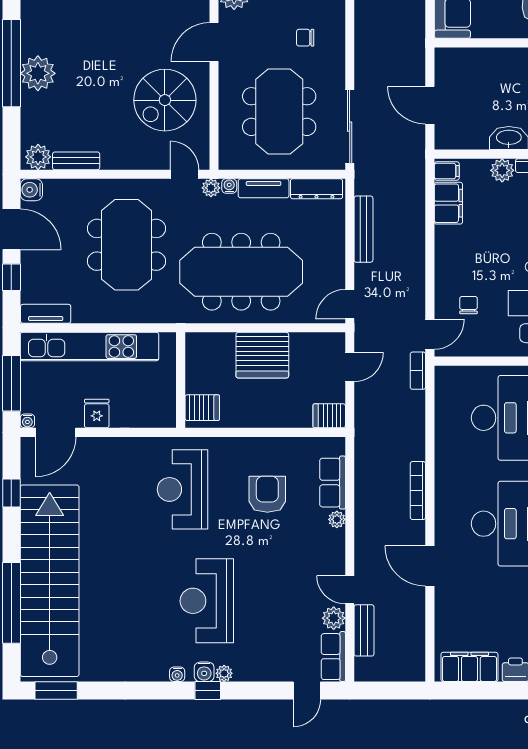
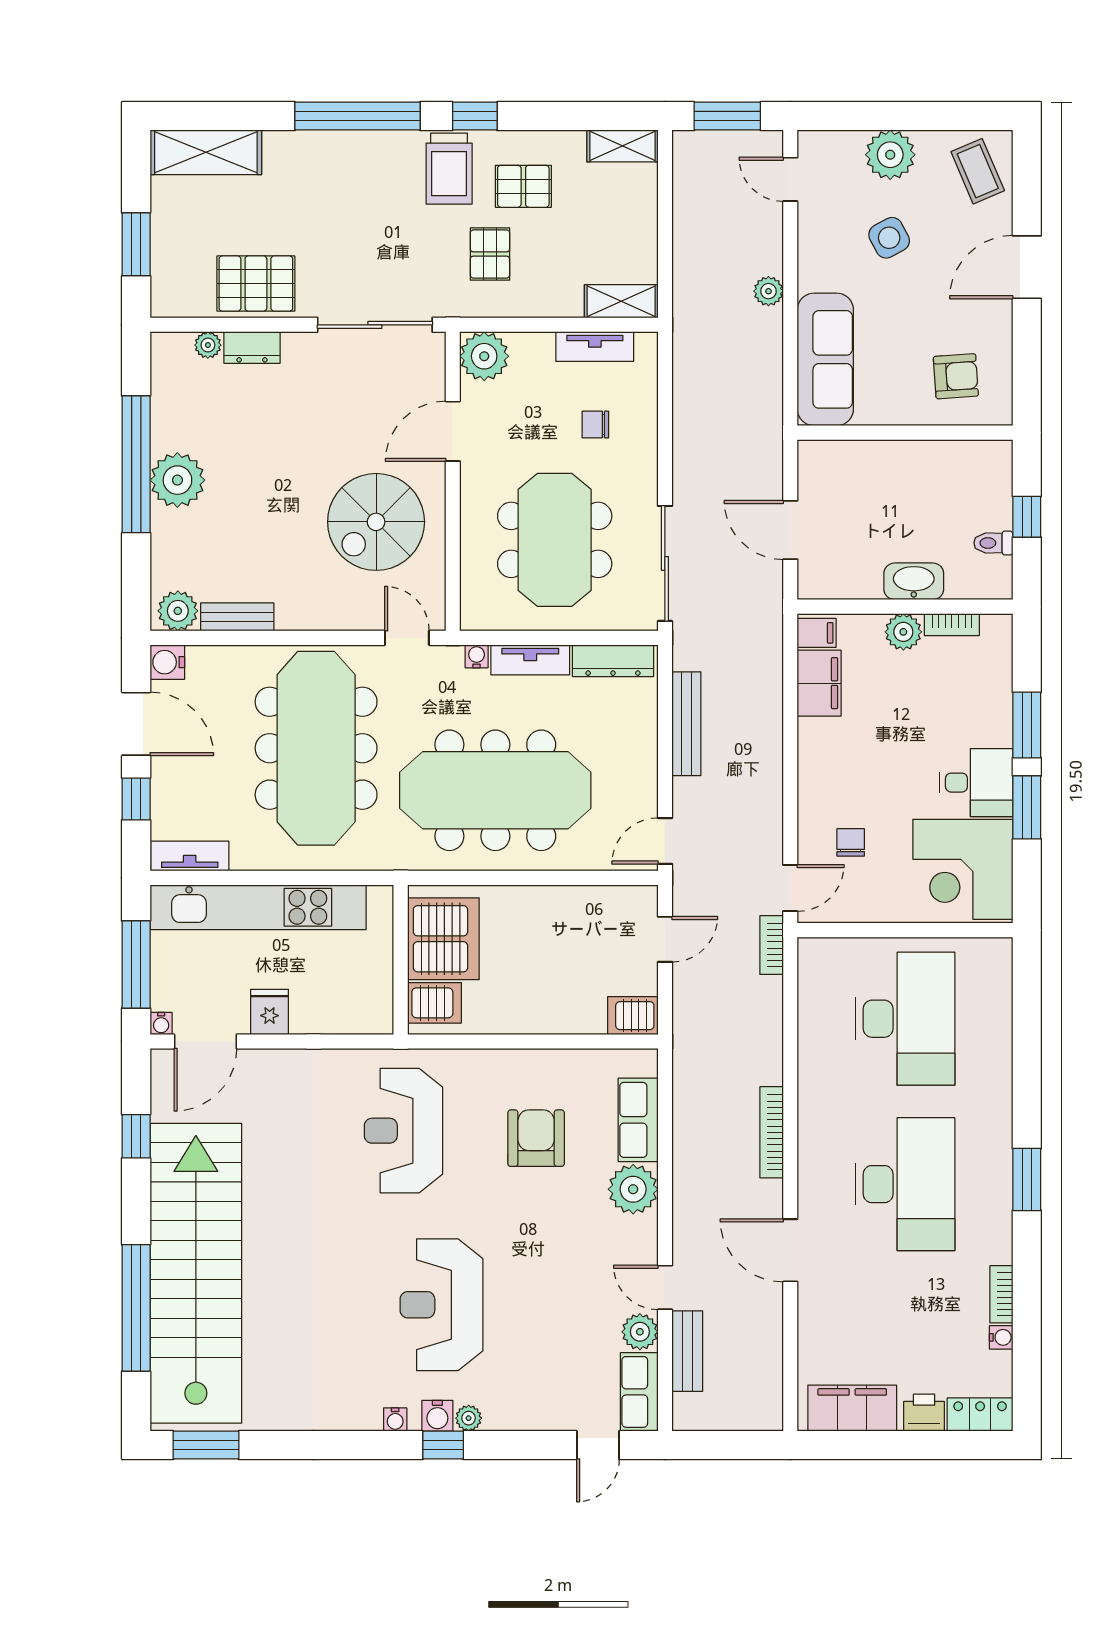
plant: (211, 188) -> (448, 659), removed
meeting table: (127, 245) -> (316, 748), width x1.36
server rack: (262, 355) -> (443, 939), moved, turned -90
plant: (337, 519) -> (633, 1189), width x1.87, depth x1.87

